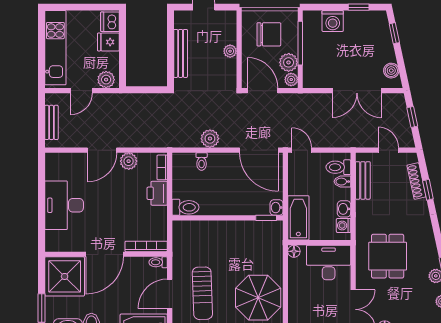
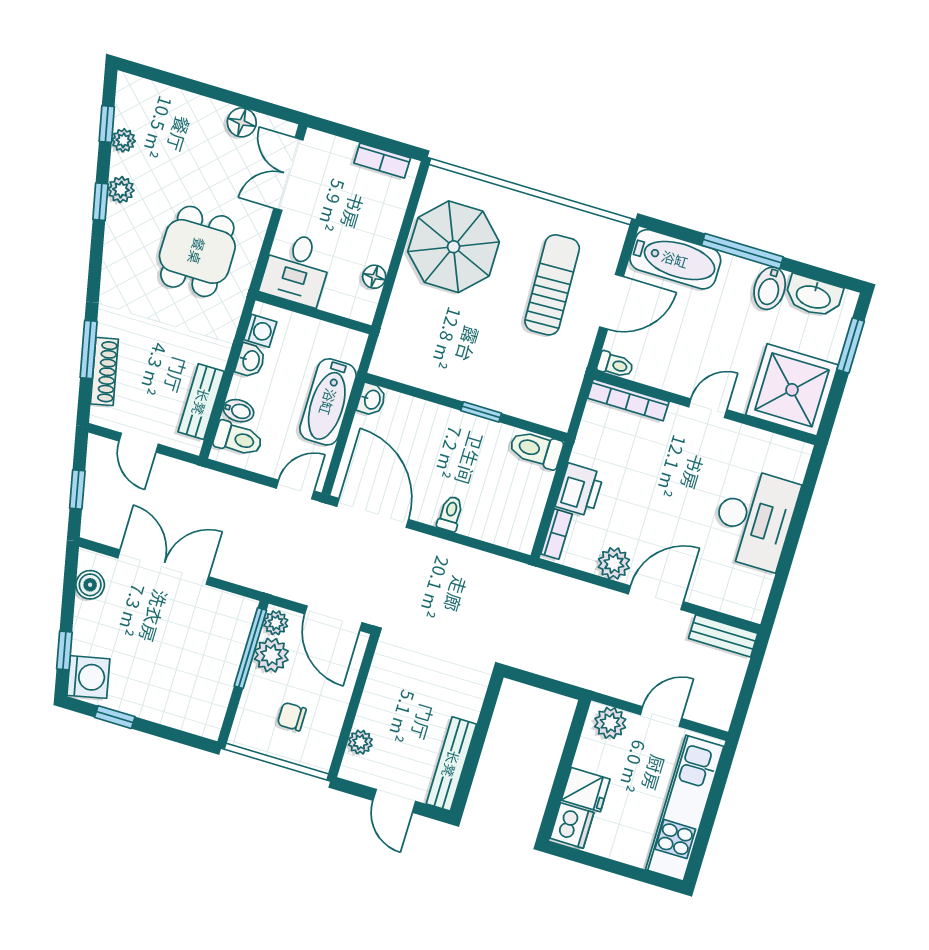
washing machine: (333, 21) -> (88, 677), moved, turned 78
chair: (269, 34) -> (292, 717), width x0.54, depth x0.54
window: (300, 43) -> (250, 648), moved
plant: (230, 51) -> (360, 742), moved
bench: (181, 53) -> (451, 764), moved
bench: (51, 122) -> (723, 636), moved, turned 90
plant: (210, 139) -> (455, 560), removed
door: (302, 150) -> (295, 490), swing flipped
toilet: (202, 162) -> (450, 514), moved
window: (428, 190) -> (89, 349), width x1.50
window: (266, 218) -> (481, 412), moved
bathtub: (298, 218) -> (328, 402), moved
floor lamp: (294, 251) -> (374, 277), moved
door: (105, 254) -> (708, 408), width x0.53
desk: (329, 262) -> (297, 269), width x0.73

